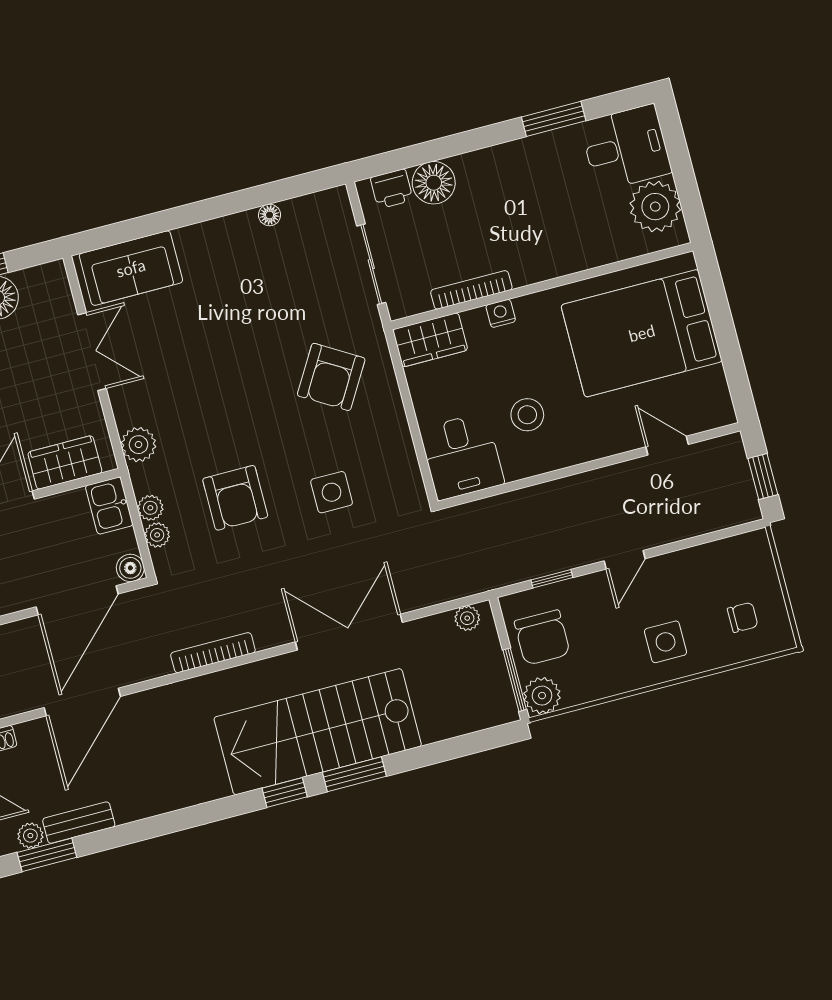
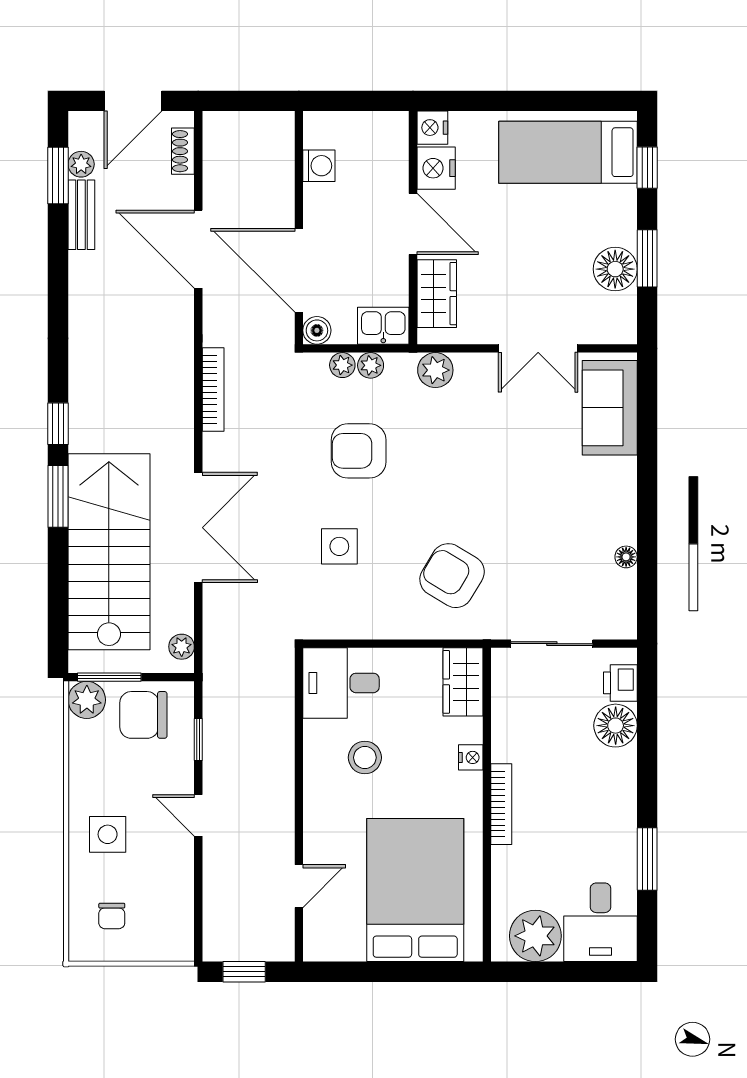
bookcase: (471, 290) -> (501, 804), moved
stairs: (318, 732) -> (109, 552), moved

